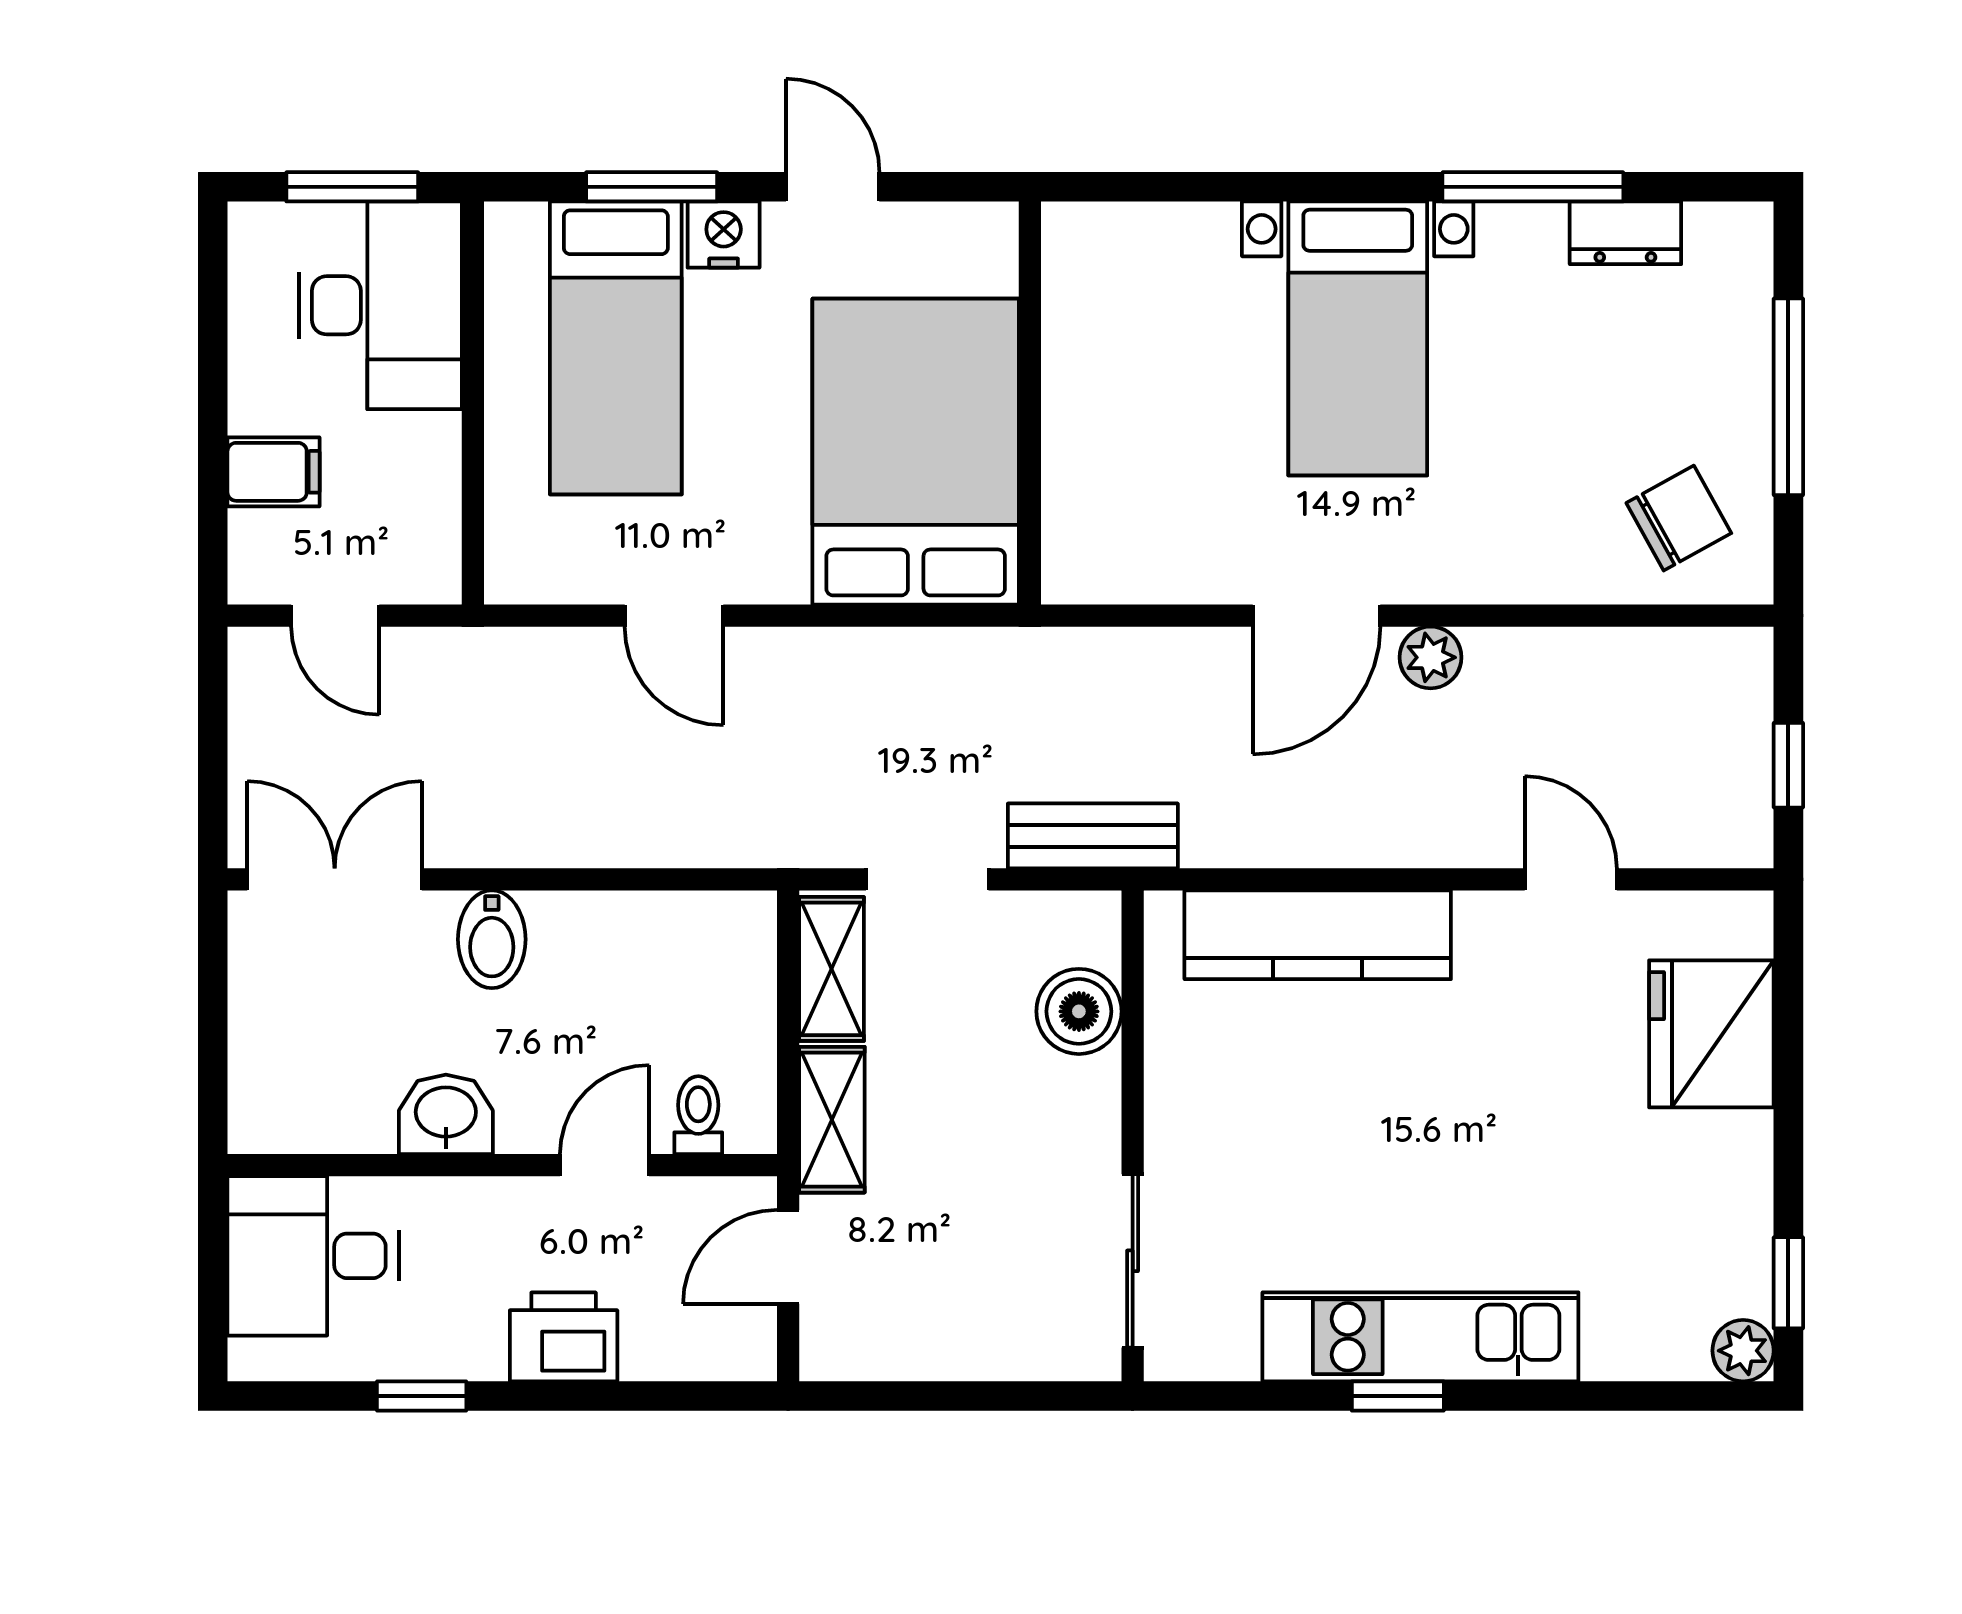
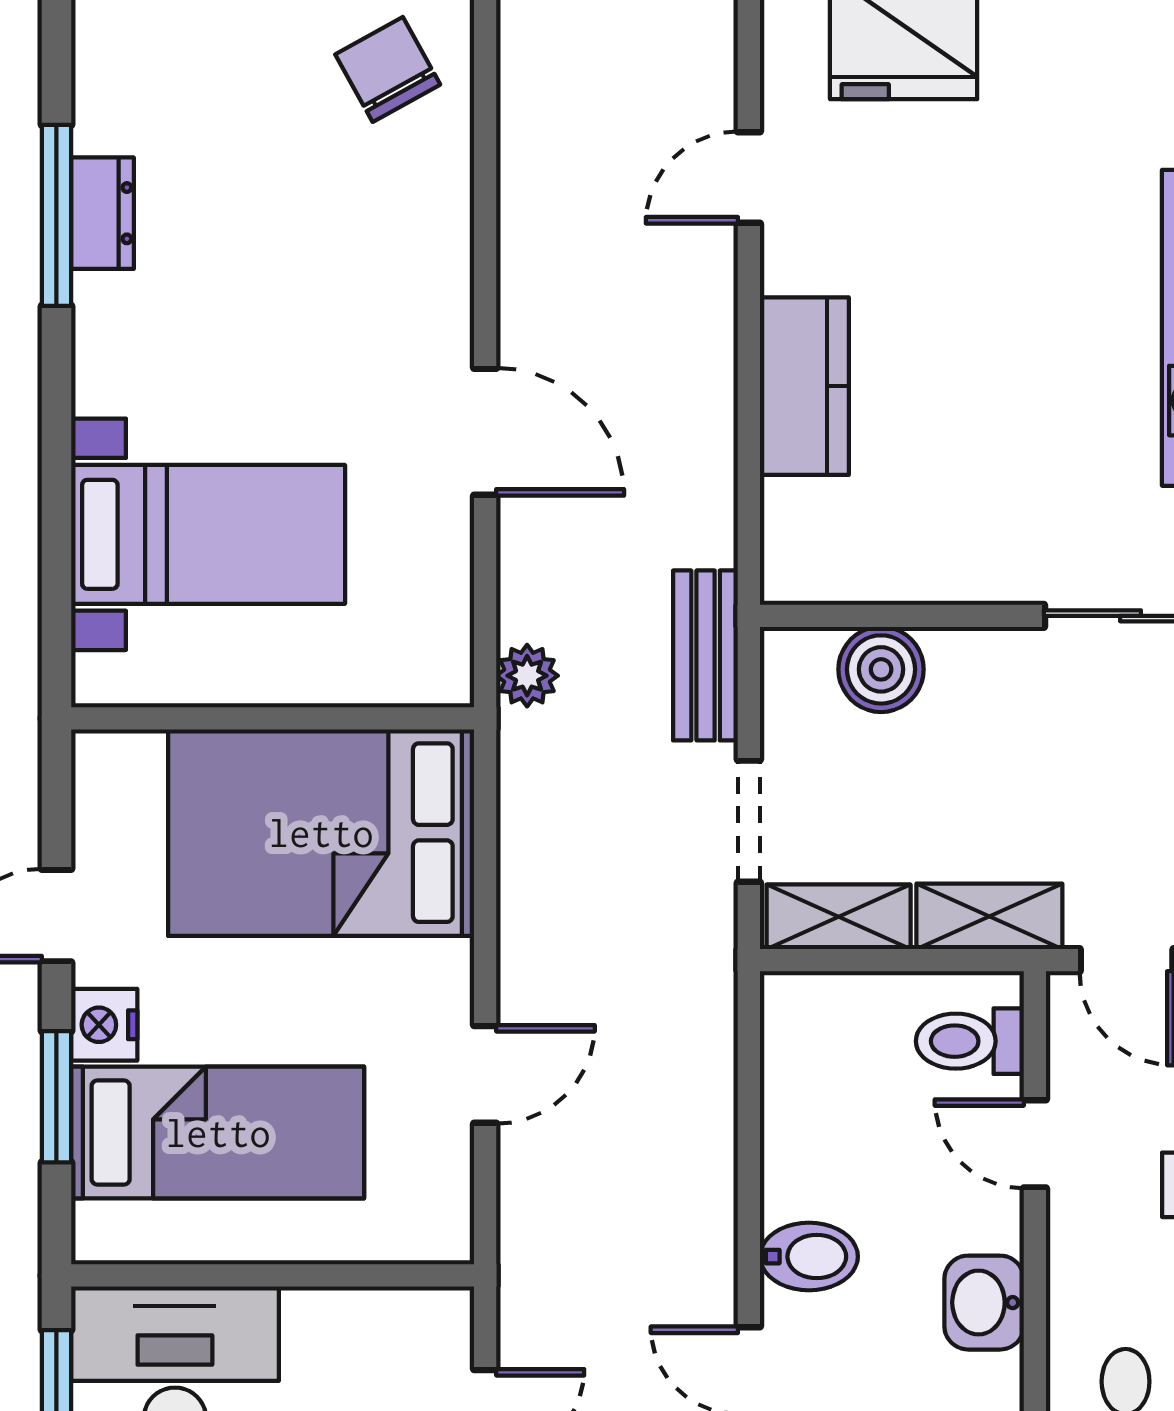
dresser: (1625, 233) -> (102, 213), moved
bed with nightstands: (1358, 338) -> (208, 534), moved
plant: (1431, 657) -> (527, 676), moved
kitchen counter: (1318, 935) -> (804, 386), width x0.67
toilet: (698, 1115) -> (970, 1041), width x1.37, depth x1.39

